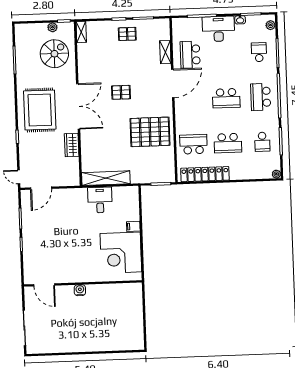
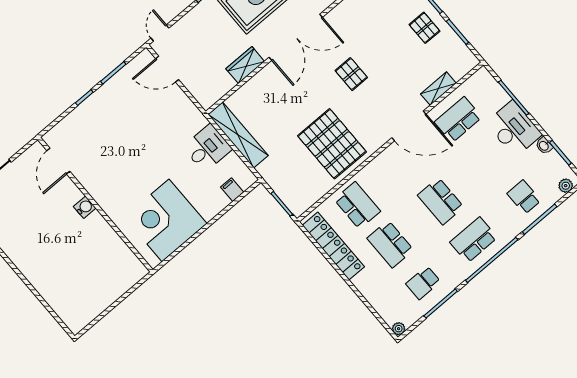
school desk: (259, 52) -> (524, 197), turned -90
filing cabinet: (133, 226) -> (232, 190), moved

